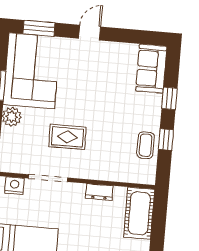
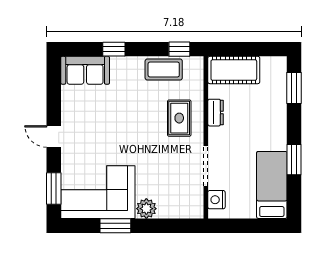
rug: (67, 137) -> (179, 118), moved
window: (166, 140) -> (179, 49), moved
coffee table: (146, 145) -> (164, 69), width x1.36, depth x1.30

